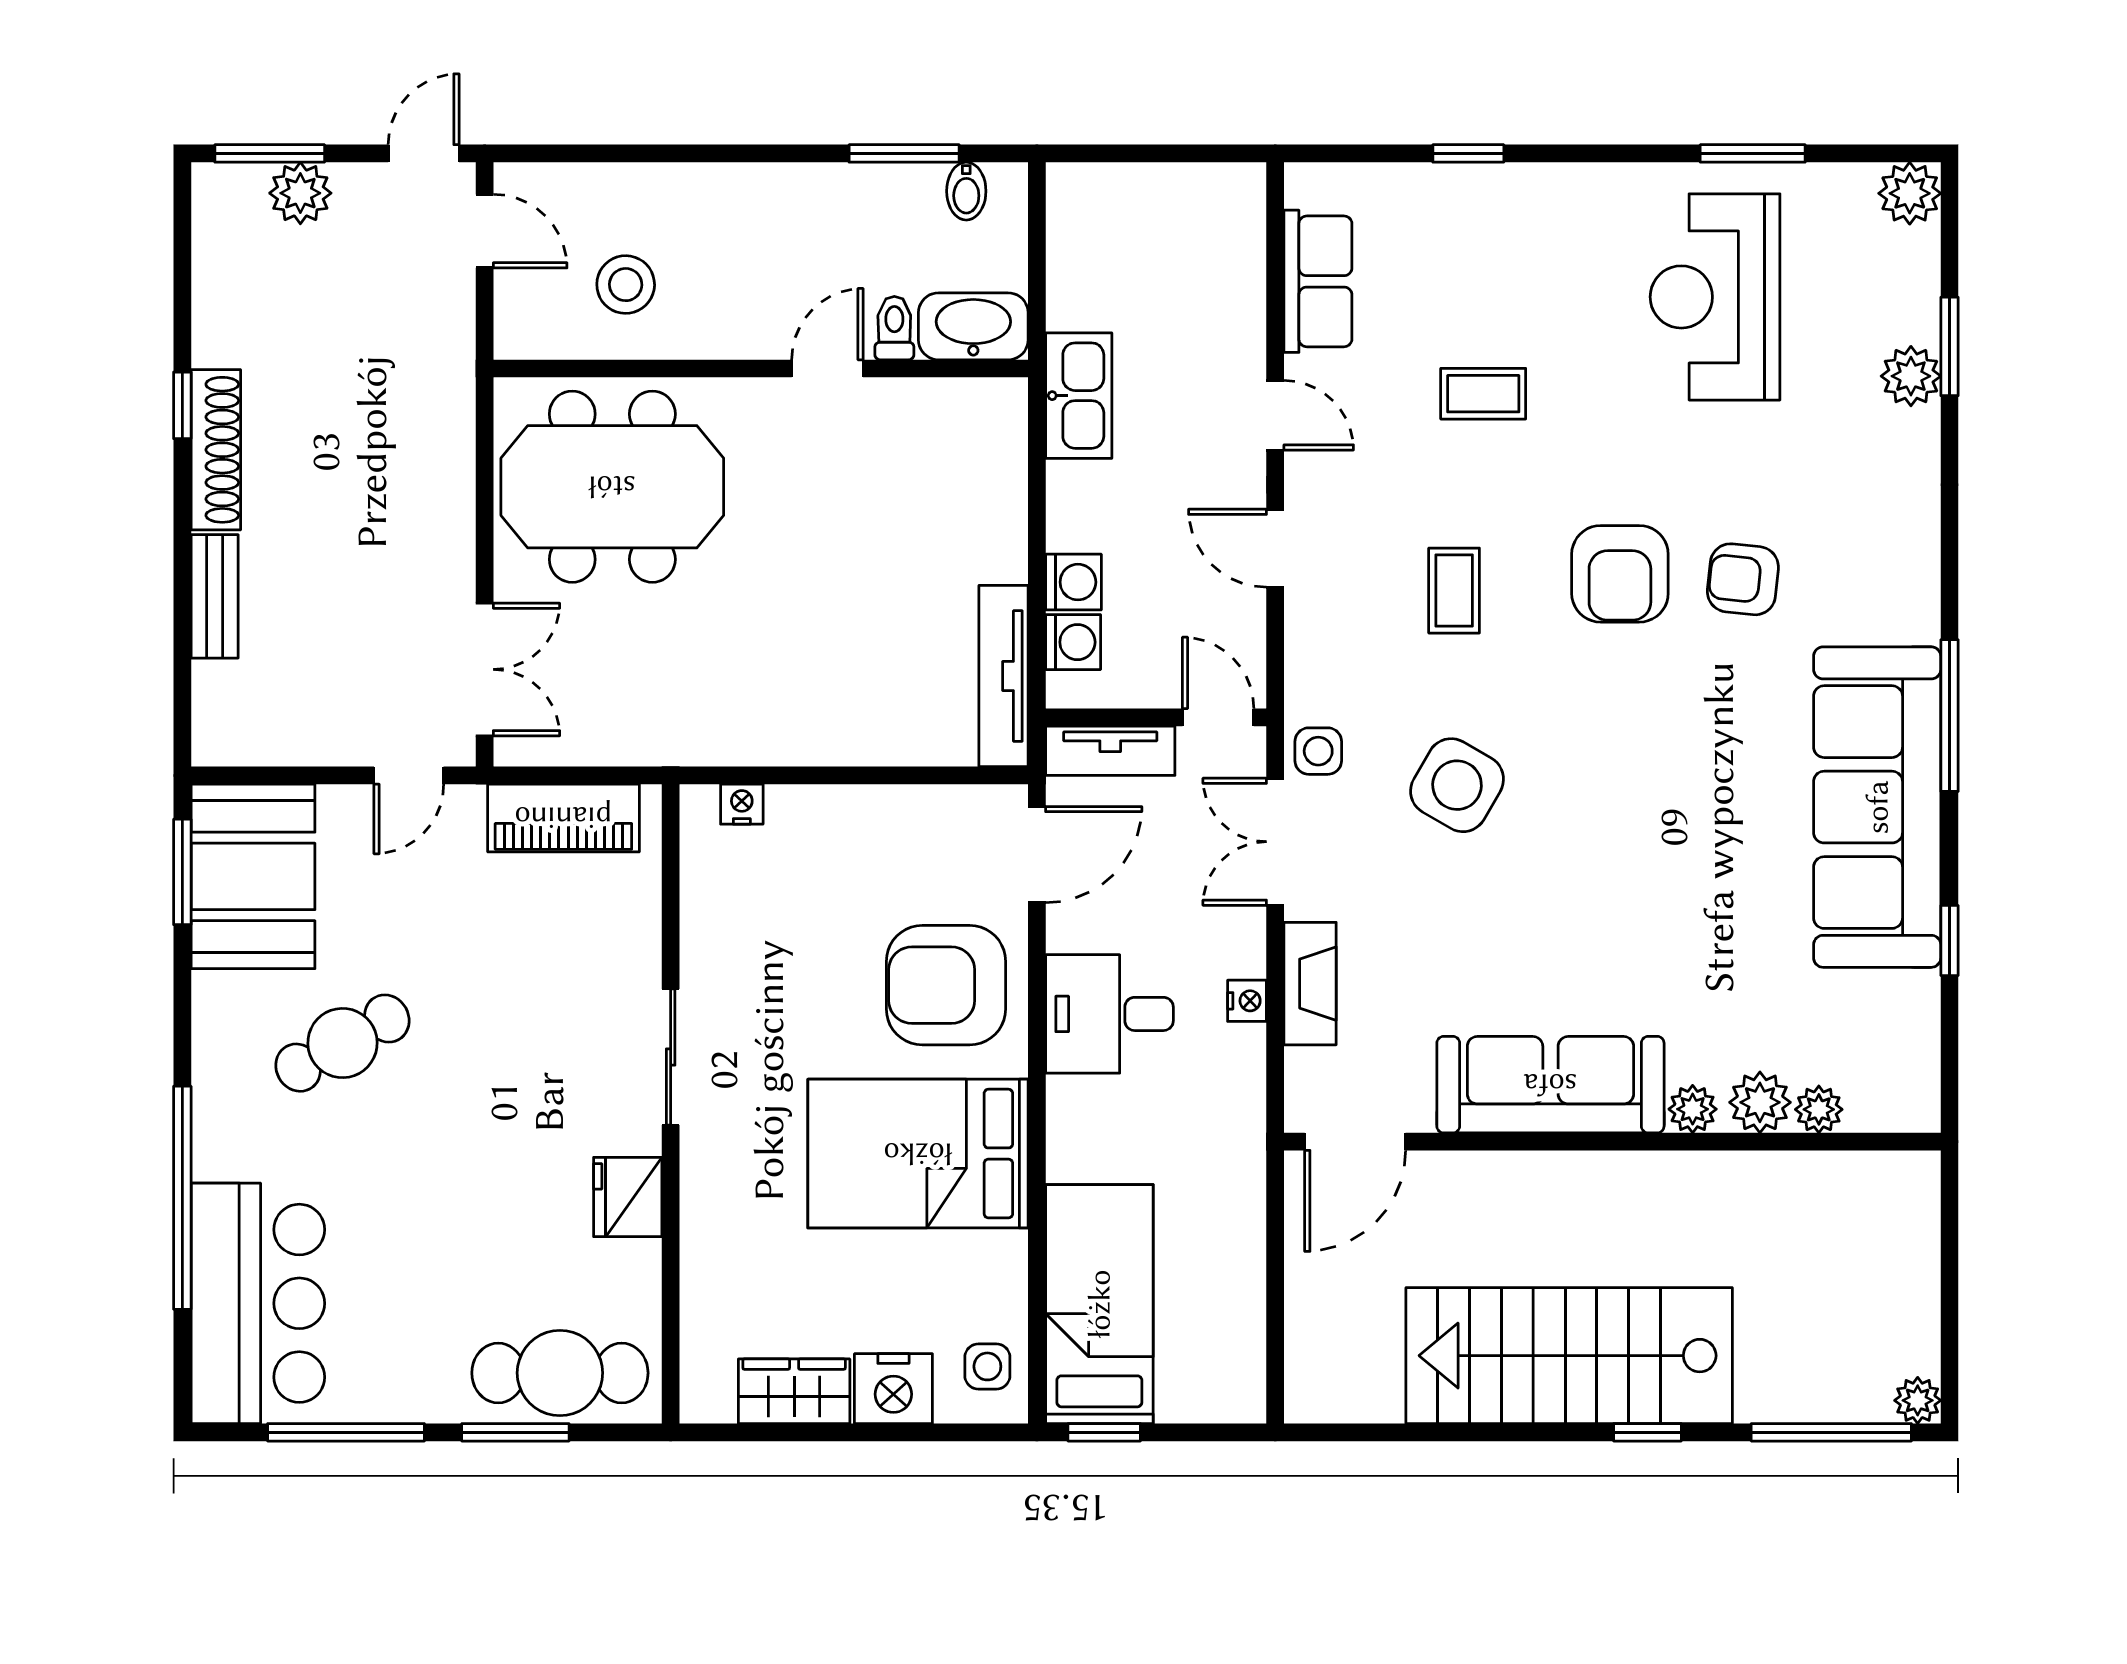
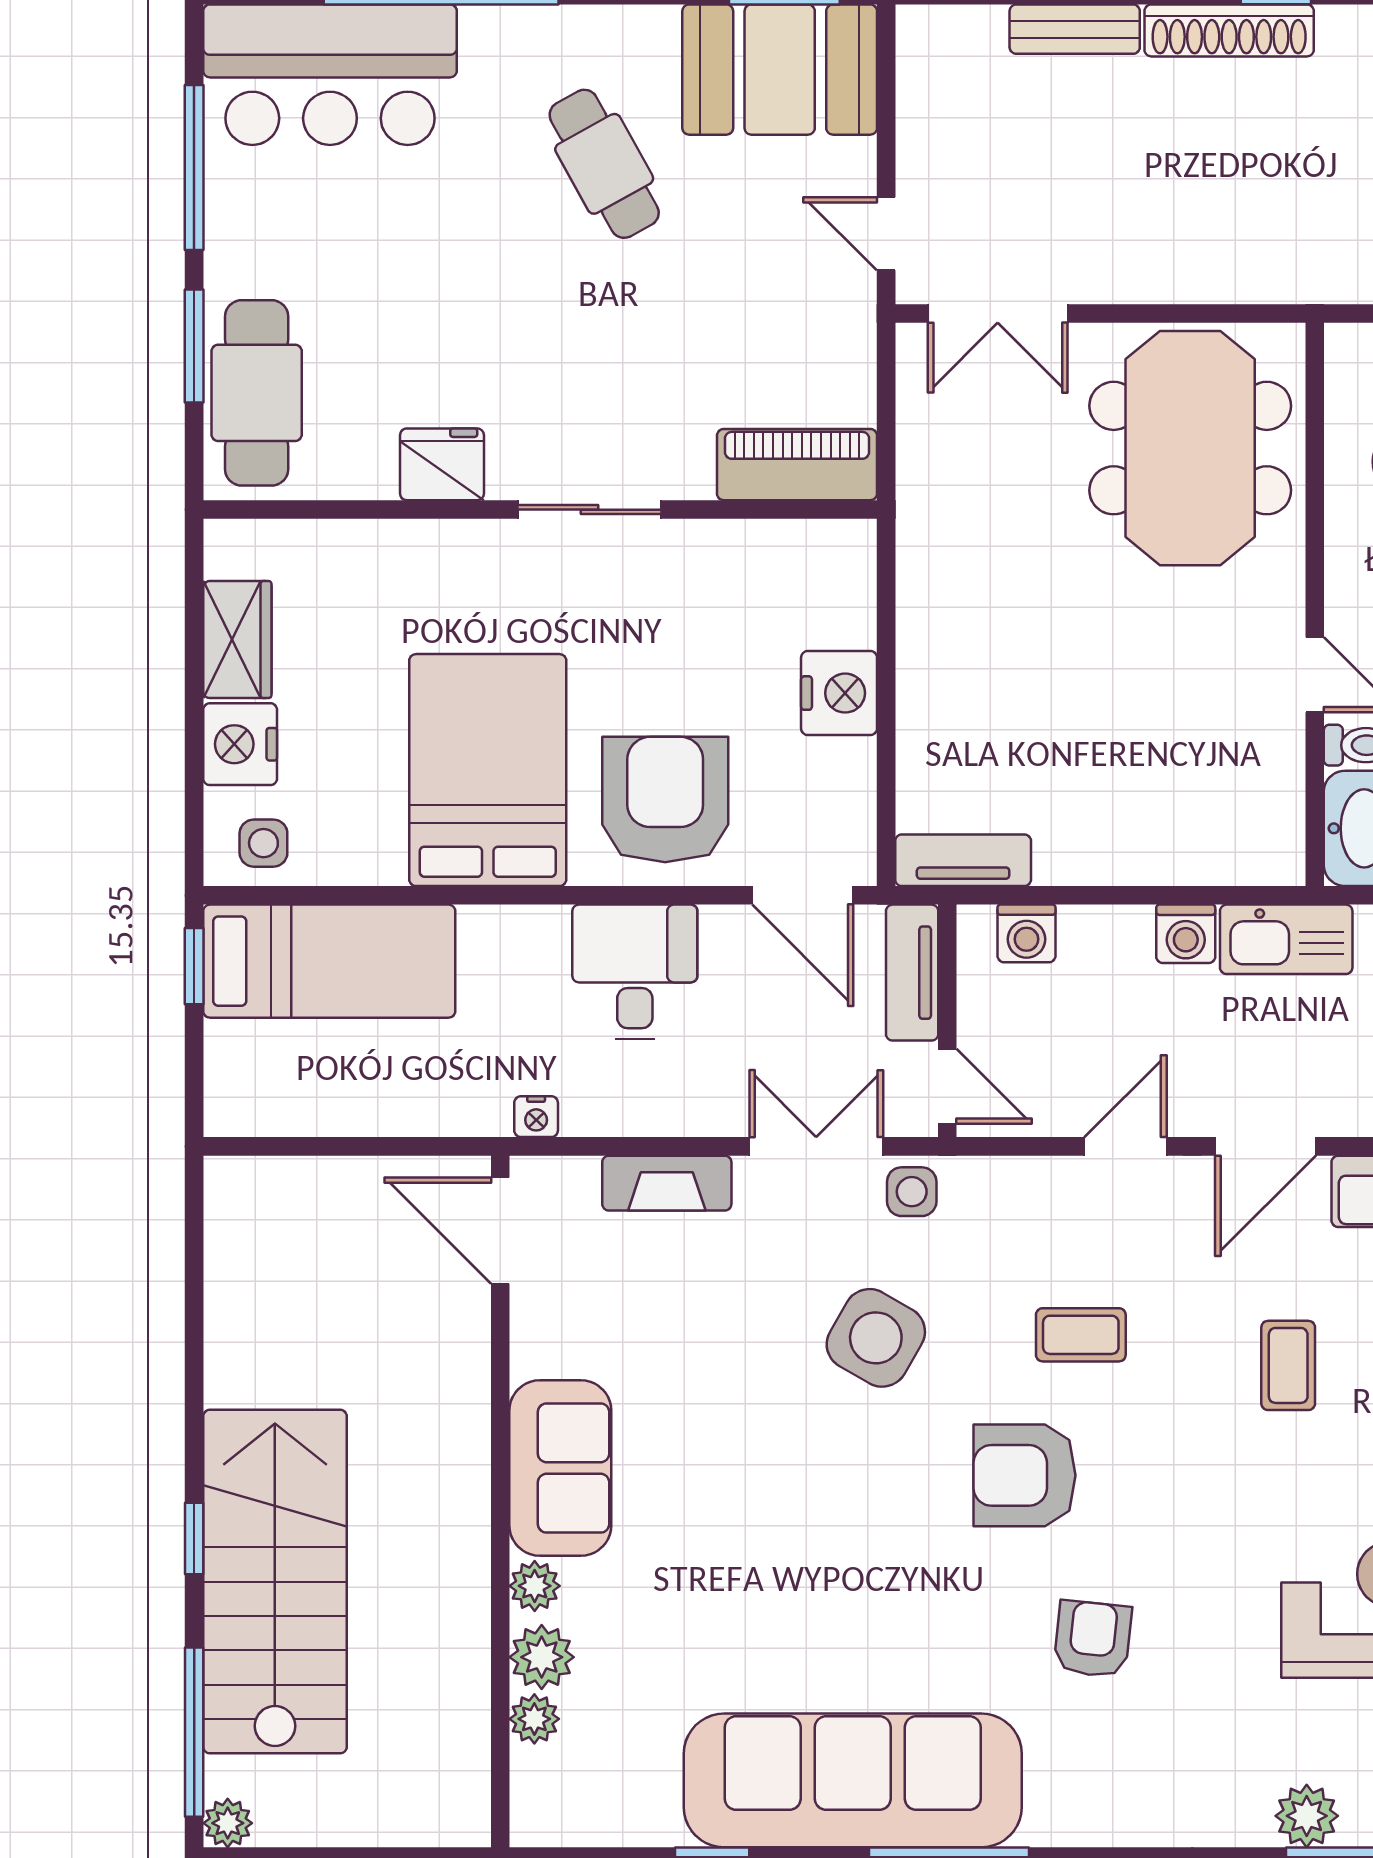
door: (1275, 415) -> (1265, 1146), width x1.38
armchair: (1620, 574) -> (1024, 1475), moved
washing machine: (1073, 582) -> (1186, 934), moved
tv unit: (1004, 676) -> (963, 860), width x0.71
door: (1218, 717) -> (947, 1086), hinge flipped
nightstand: (742, 804) -> (839, 693), moved, width x1.89, depth x1.79
piano: (563, 818) -> (797, 465), moved, turned 90
nightstand: (1247, 1001) -> (536, 1117), moved
sofa: (1550, 1085) -> (560, 1468), width x0.73
stairs: (1569, 1356) -> (275, 1582), moved

